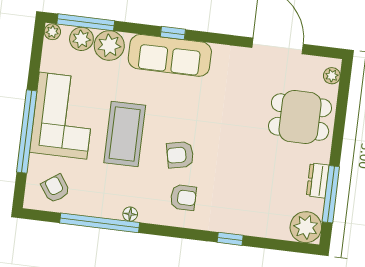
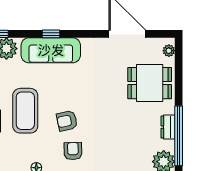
window: (331, 194) -> (179, 136), width x1.46
armchair: (183, 197) -> (73, 151), turned -92

